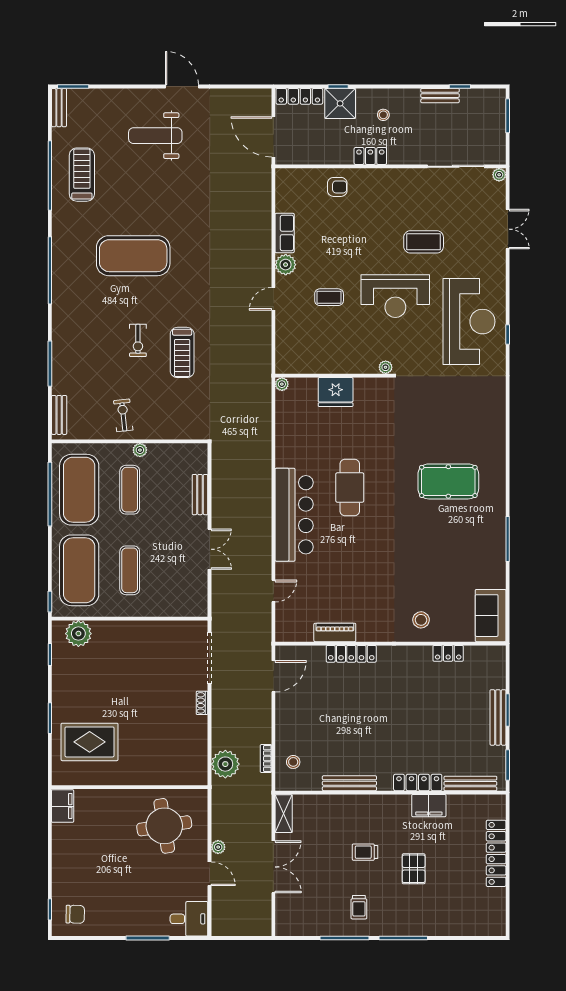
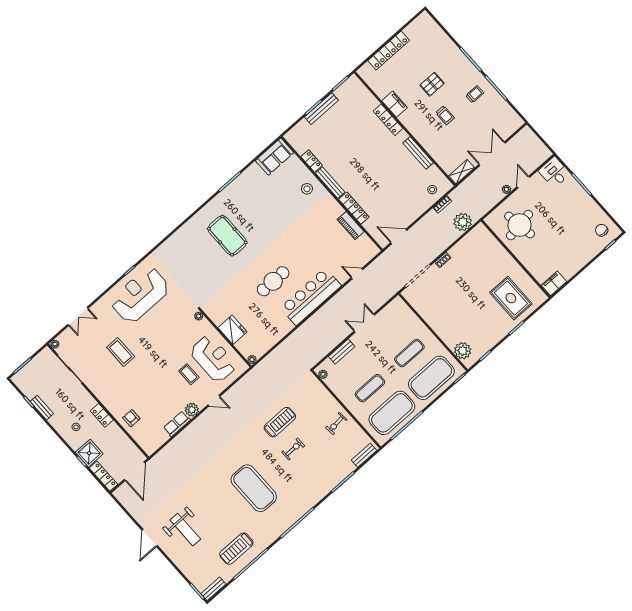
double door: (508, 229) -> (78, 316), swing flipped
reception desk: (395, 296) -> (213, 359), moved
plant: (140, 450) -> (323, 374), moved
bench: (470, 783) -> (330, 183), moved

